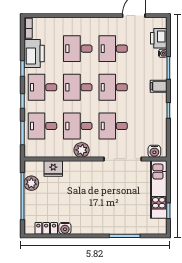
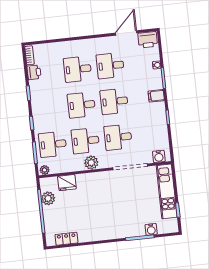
printer: (159, 38) -> (148, 40), moved, turned -90
printer: (34, 53) -> (34, 72), width x0.53, depth x0.68
desk: (42, 87) -> (49, 109), removed
plant: (31, 152) -> (45, 170), added
water cooler: (65, 228) -> (151, 229), moved

